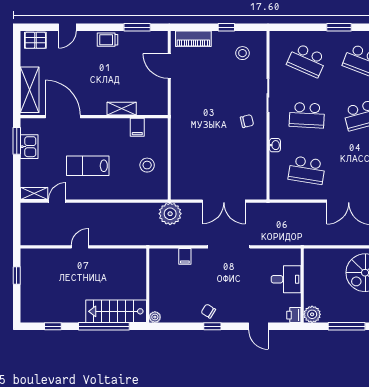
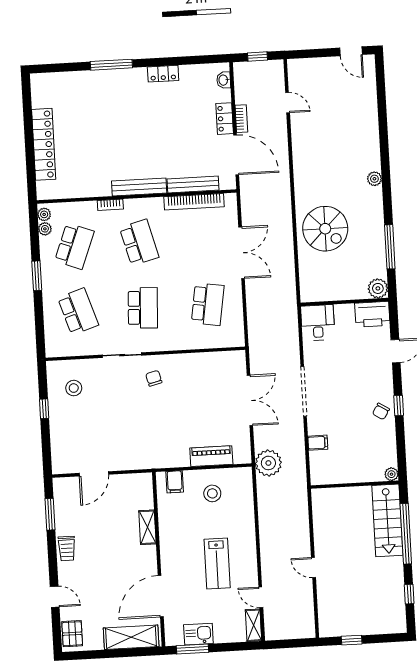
piano: (193, 39) -> (211, 456), moved, turned -90
school desk: (307, 60) -> (78, 311), turned -42
filing cabinet: (137, 127) -> (175, 482), moved, turned 90
washbasin: (275, 145) -> (180, 344), removed
desk: (286, 279) -> (318, 323), moved
printer: (294, 315) -> (372, 314), width x1.87, depth x1.48

